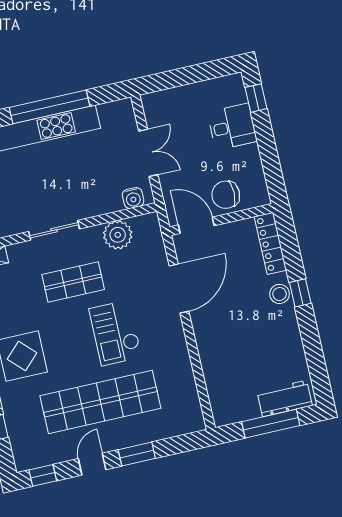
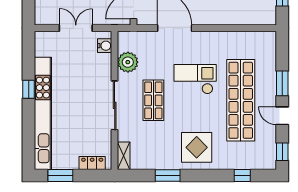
window: (49, 107) -> (29, 89), width x0.32
sliding door: (54, 230) -> (115, 105), width x1.37
checkout: (115, 333) -> (195, 79), turned 180

